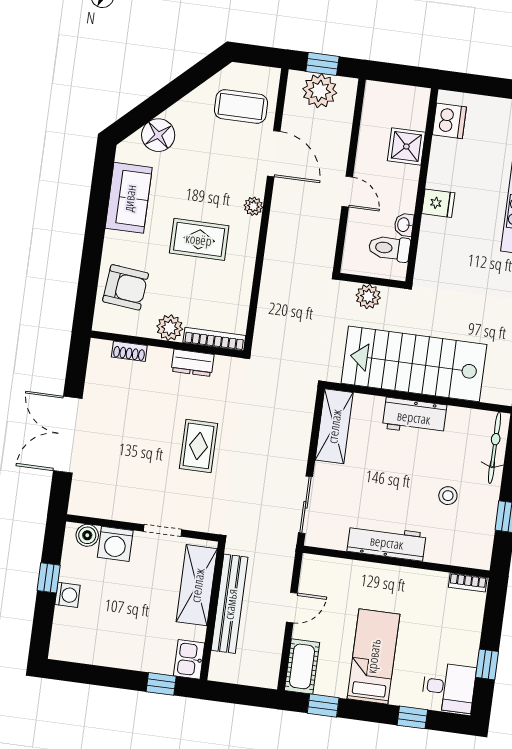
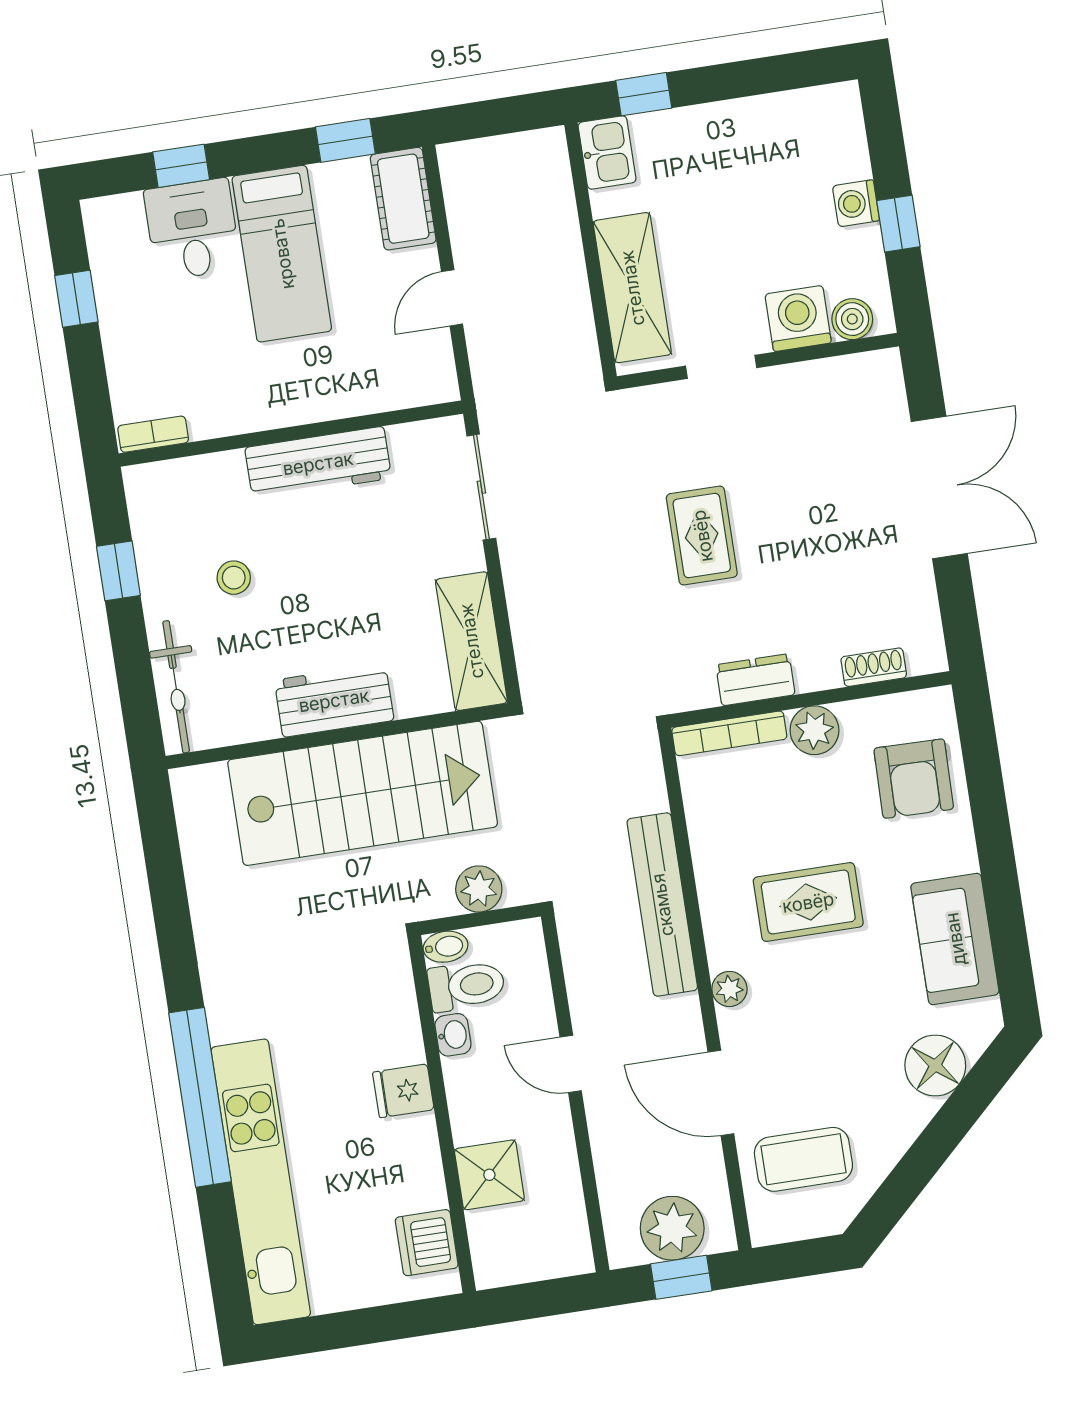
bidet: (394, 272) -> (446, 947), added
armchair: (126, 287) -> (914, 779), turned -95
bench: (230, 604) -> (662, 905), moved
desk: (449, 687) -> (192, 229), moved, turned 90

